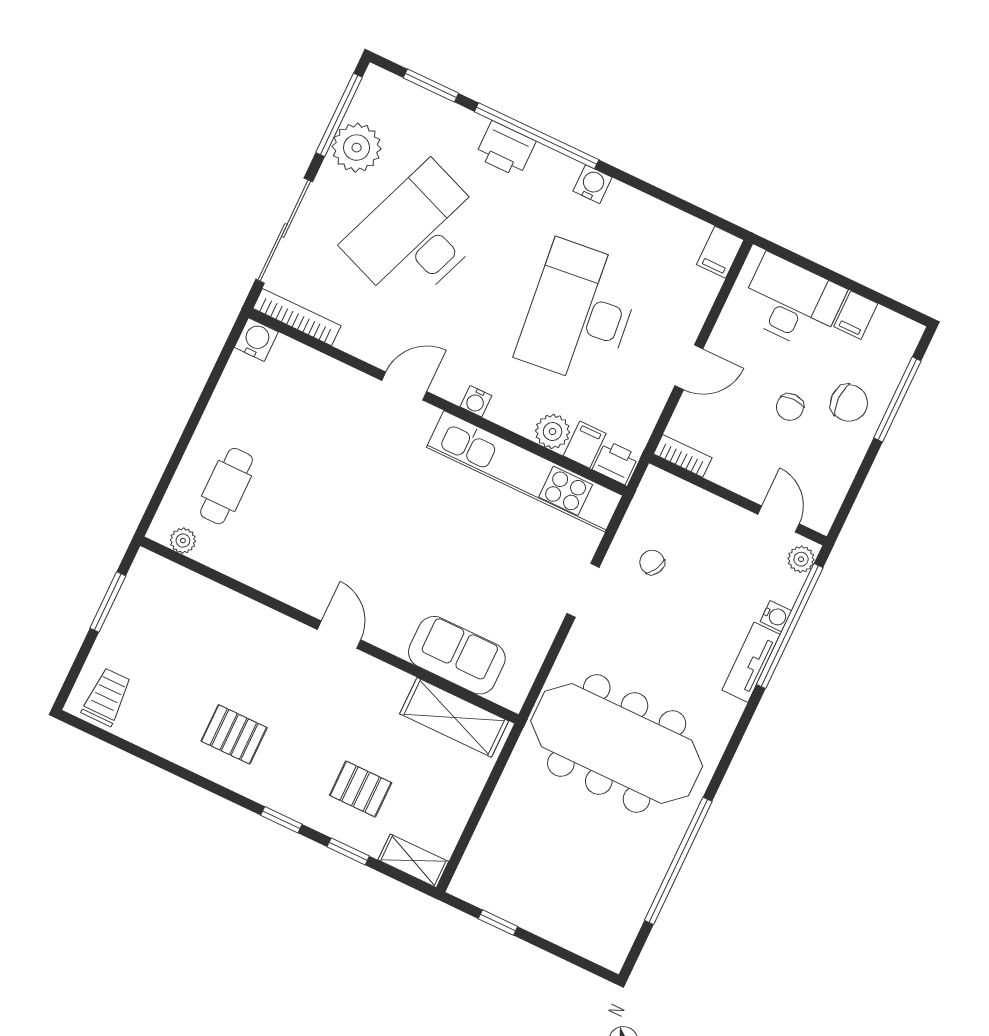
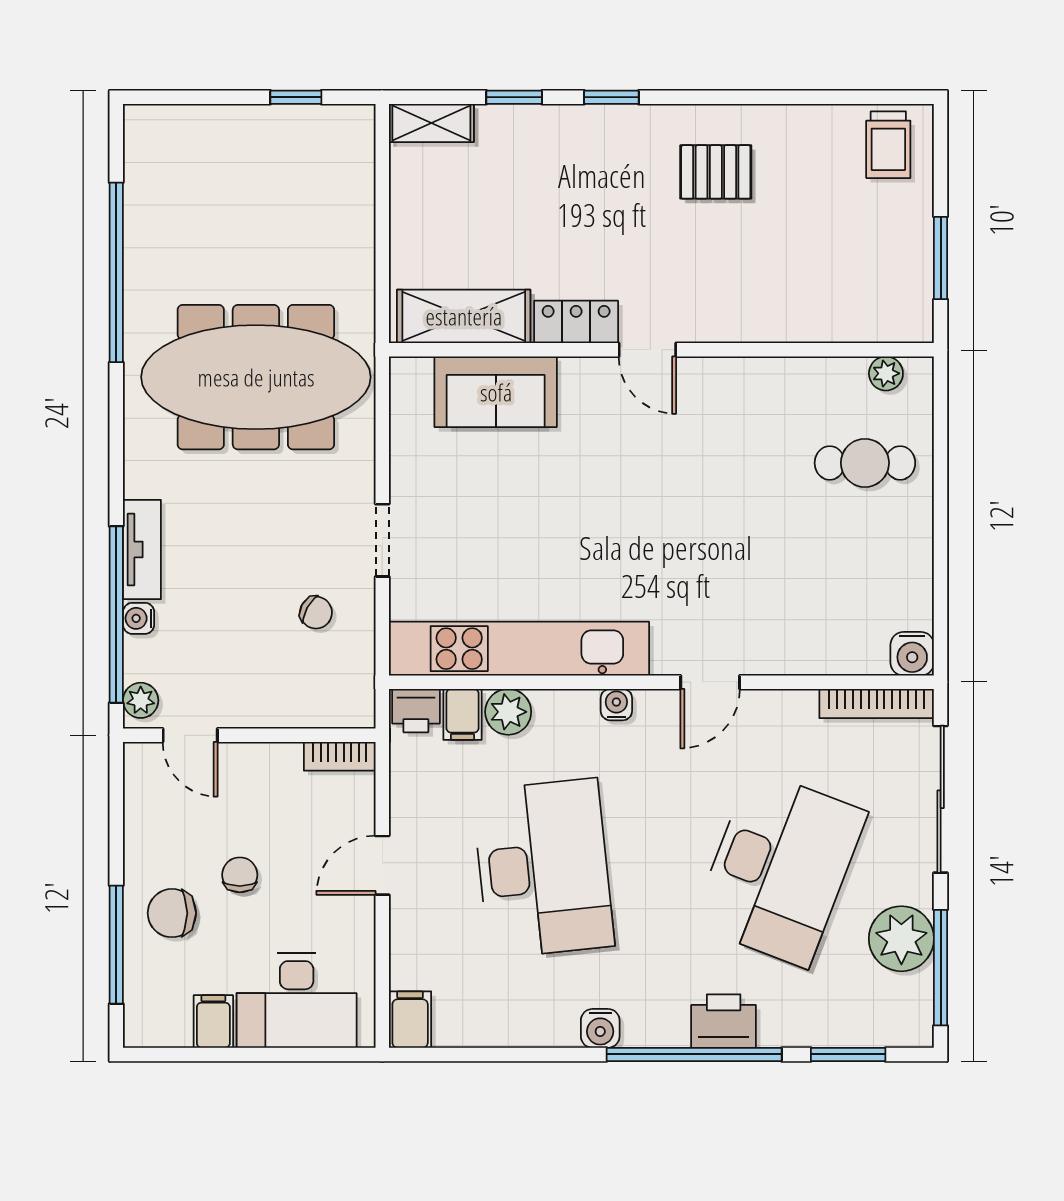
cafe table: (227, 486) -> (865, 463), turned 90
locker: (379, 677) -> (576, 322), added
pallet: (361, 789) -> (535, 178), removed

